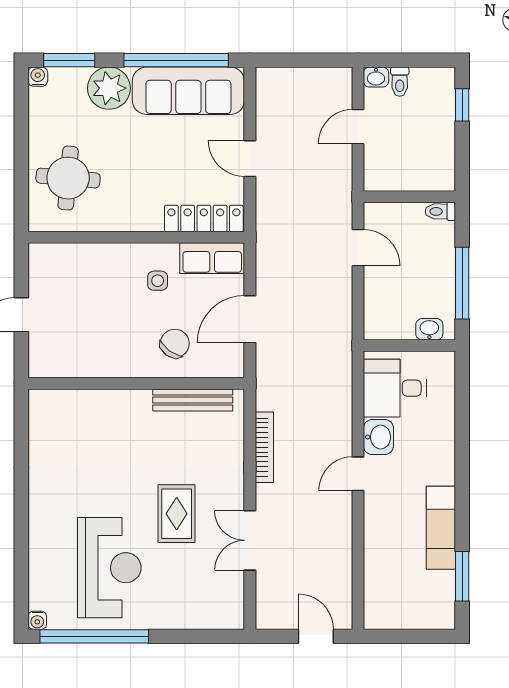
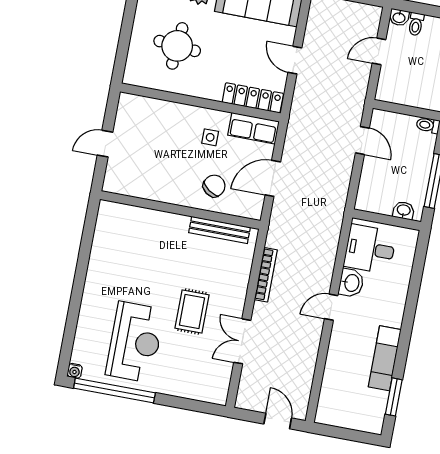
round table: (68, 178) -> (177, 46), moved

